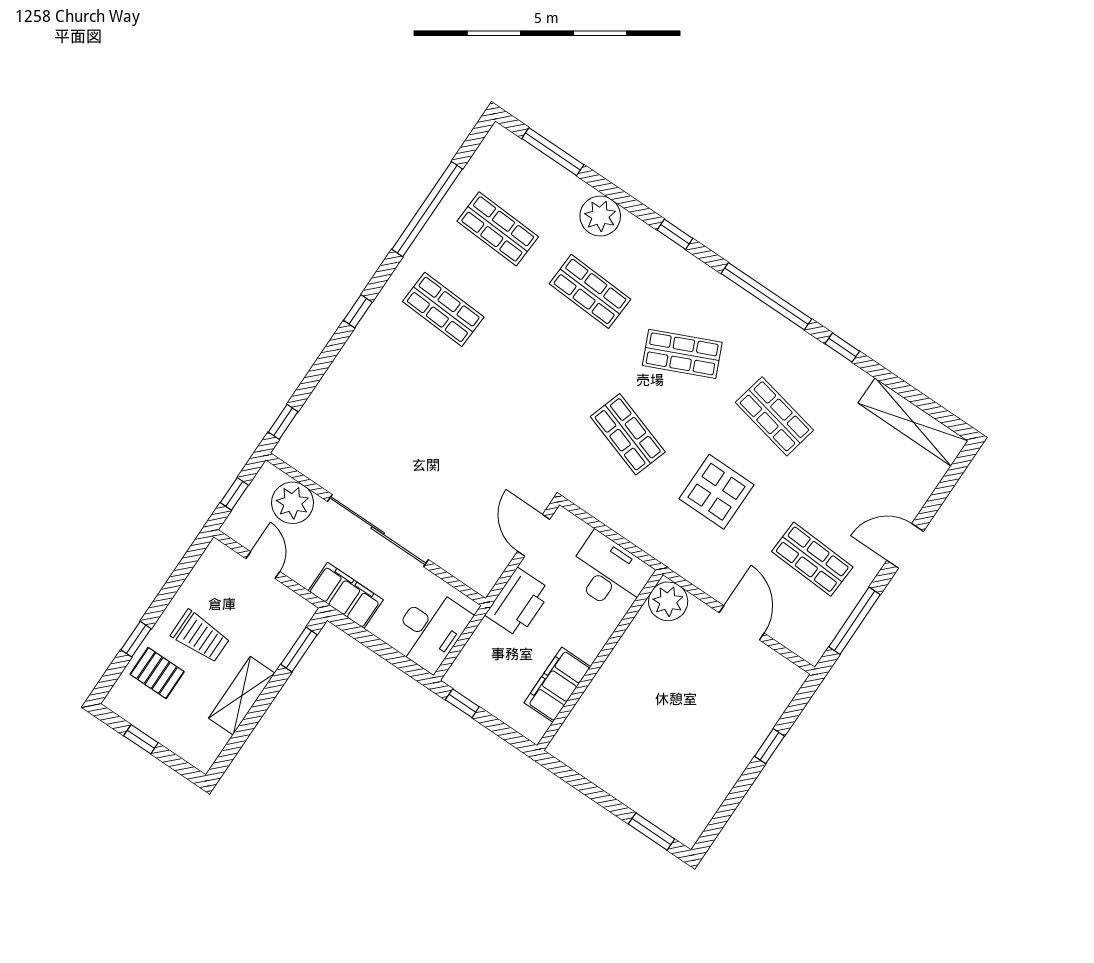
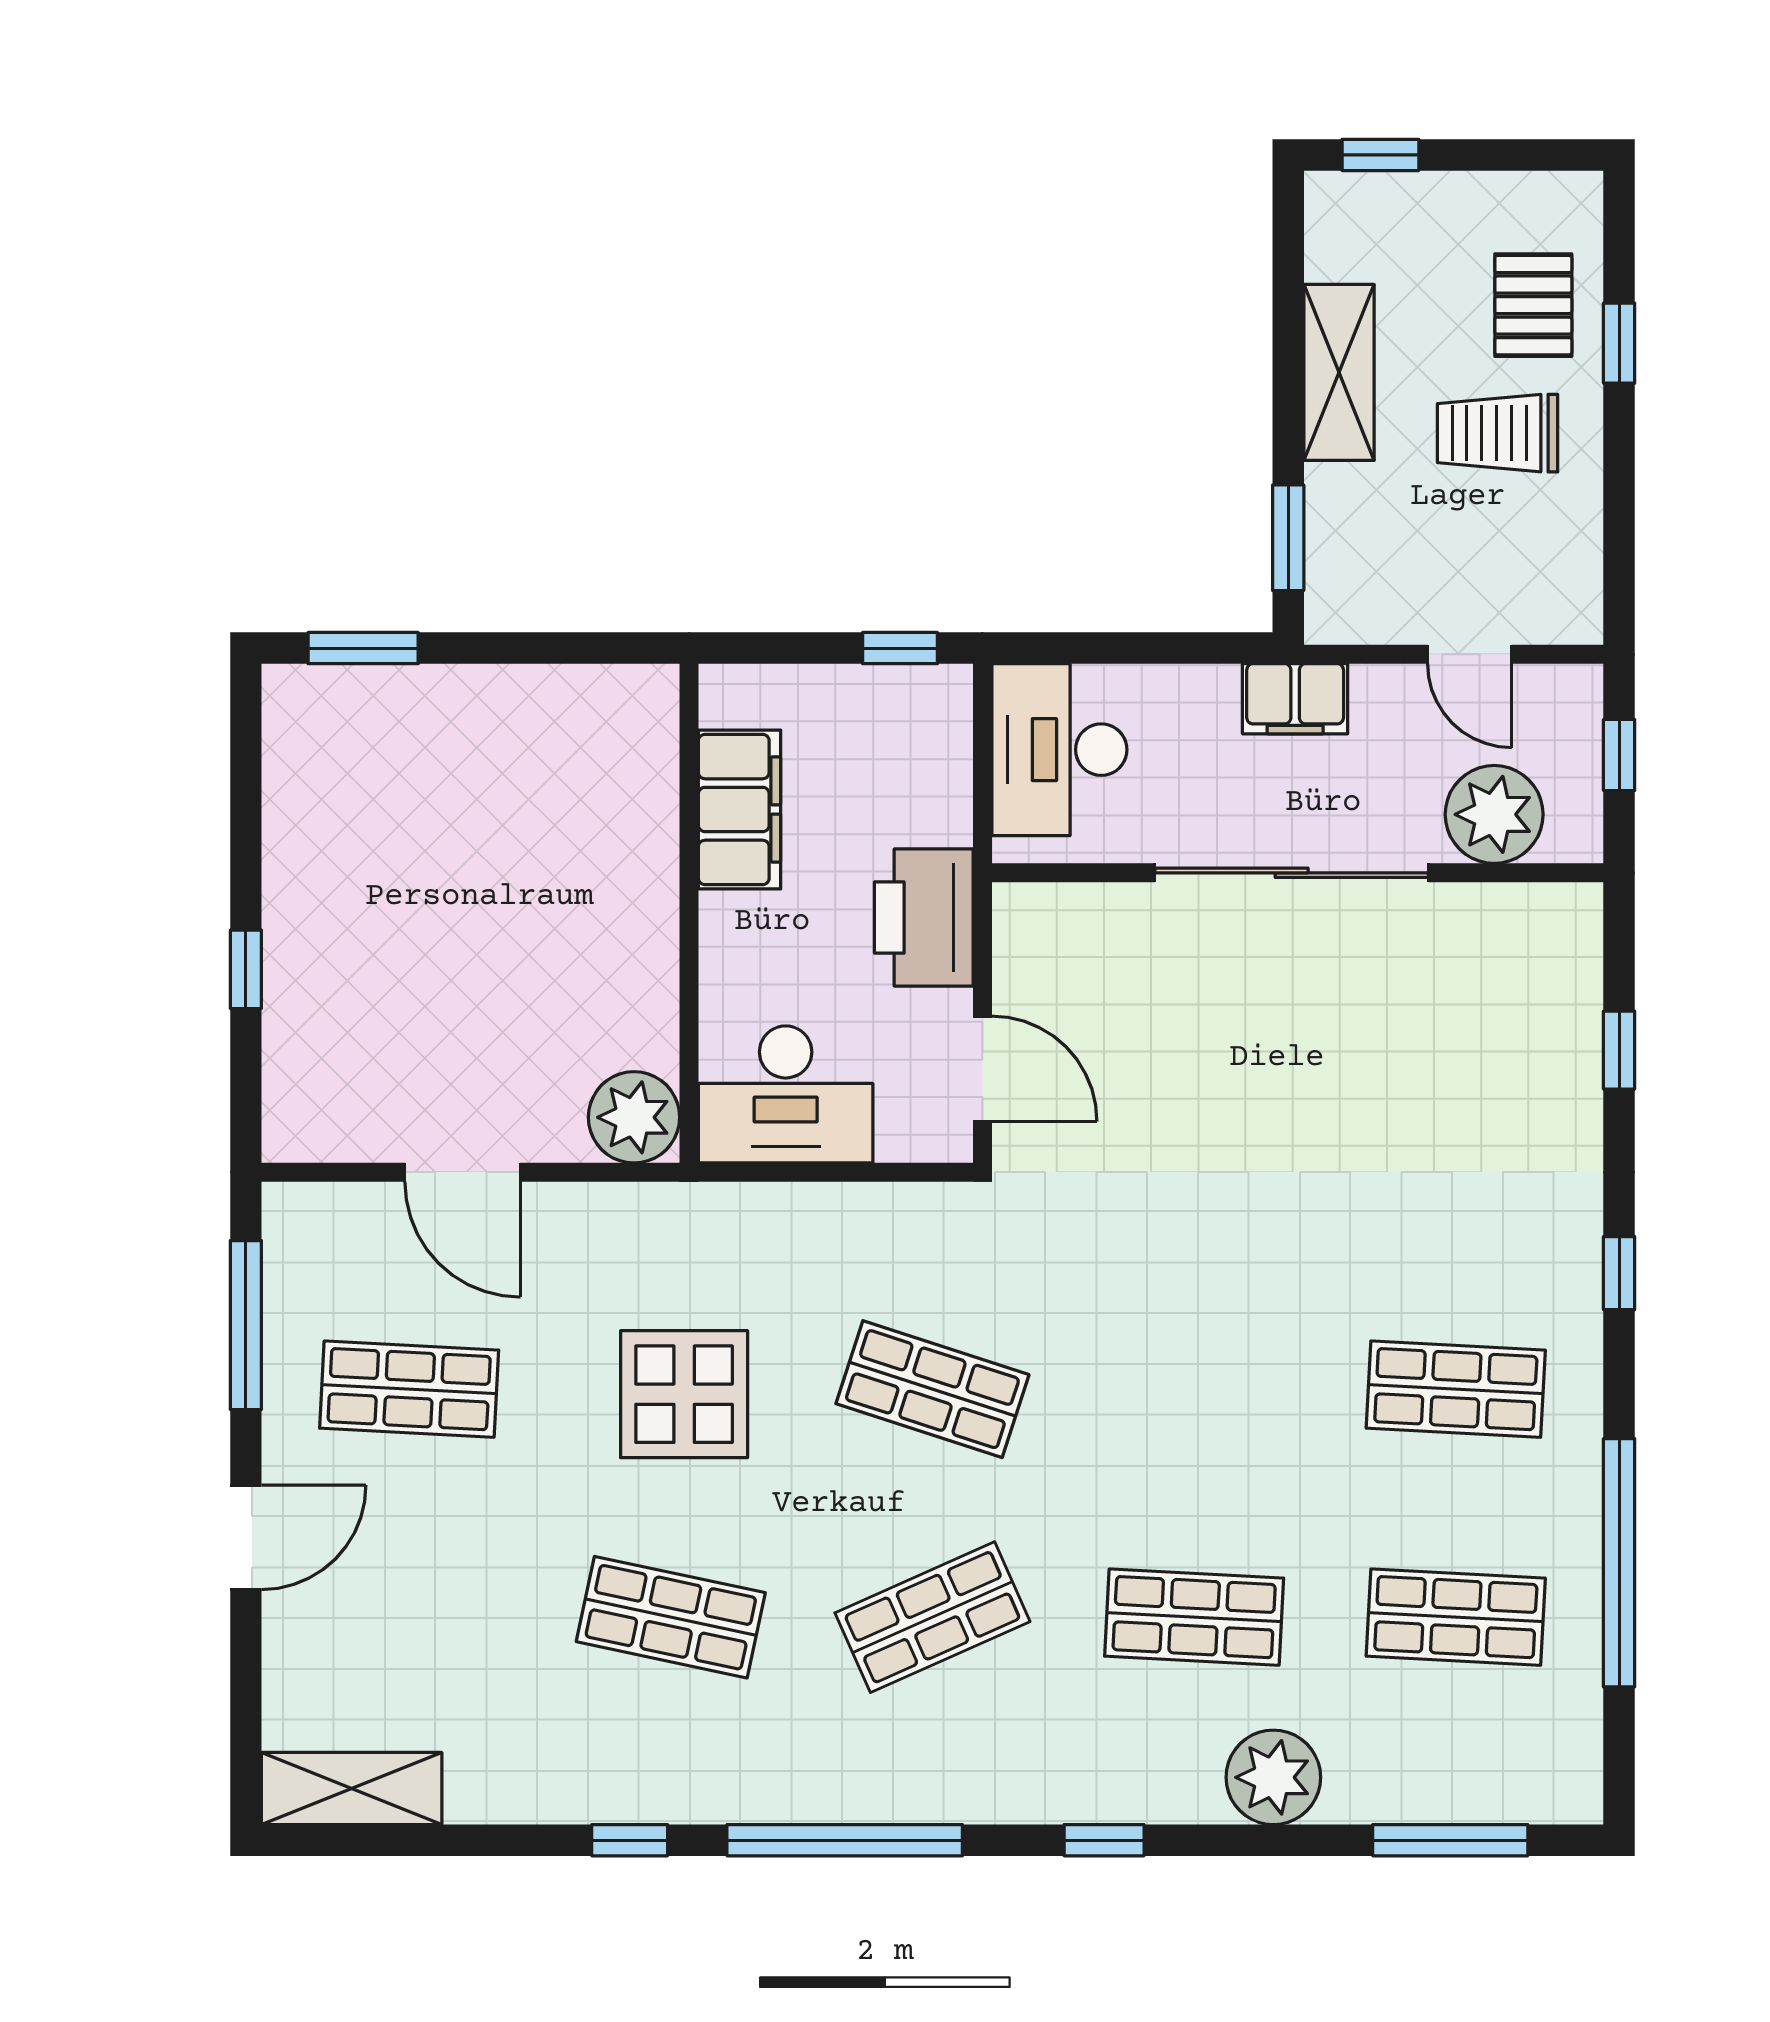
window: (283, 422) -> (1619, 1050), moved
shelving: (913, 422) -> (352, 1789), width x0.68
filing cabinet: (346, 595) -> (1295, 699), width x0.67, depth x0.86
pallet: (157, 673) -> (1533, 305), turned 90
window: (141, 739) -> (1380, 155), moved

